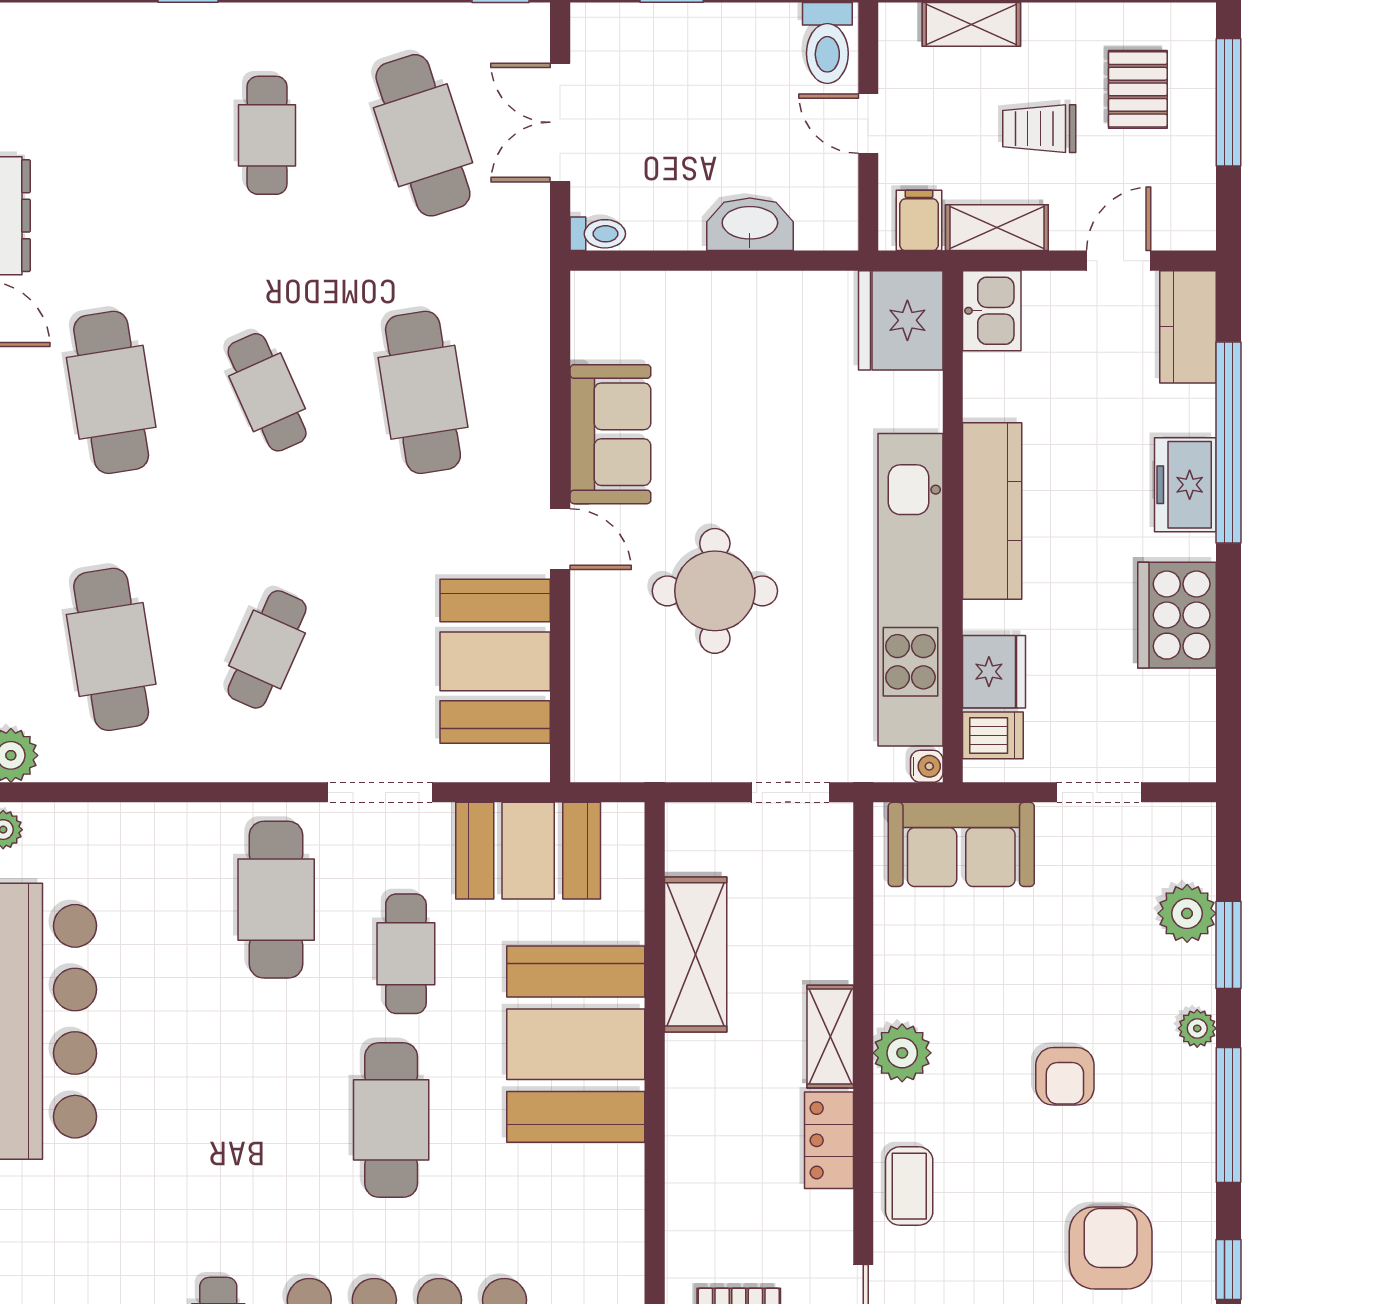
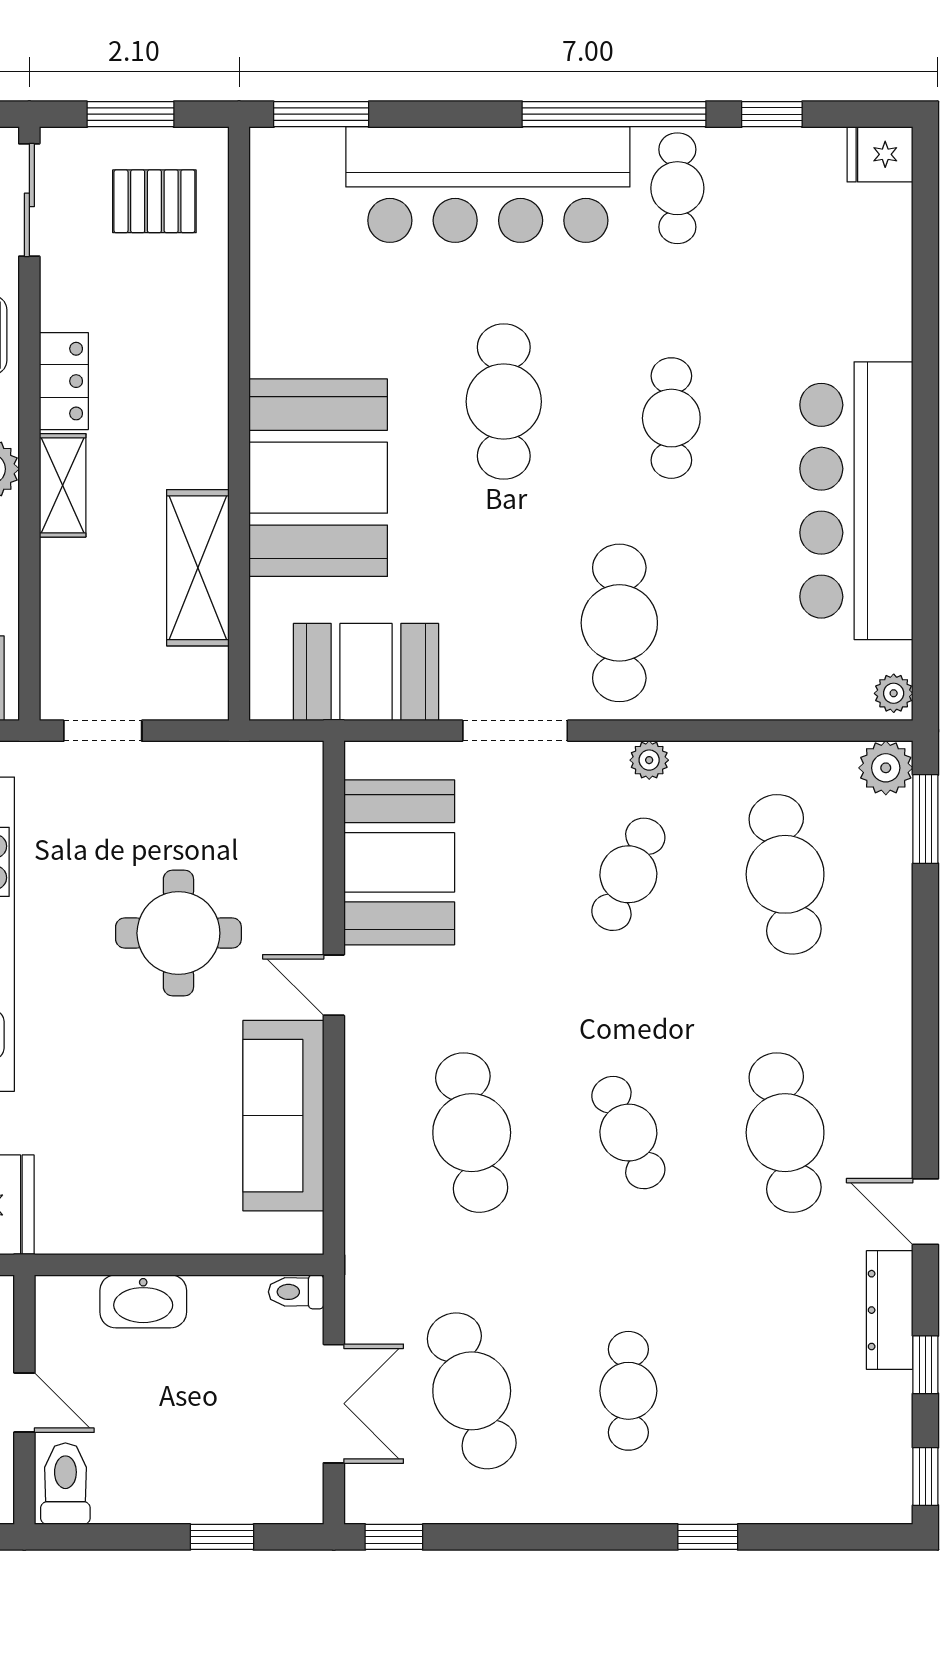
sofa: (610, 434) -> (283, 1116), width x1.36
plant: (246, 763) -> (649, 760), added
cafe table: (406, 954) -> (671, 418), moved

